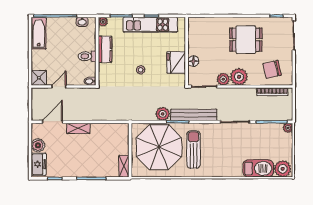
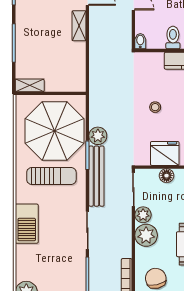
barbecue: (258, 168) -> (27, 224), moved

